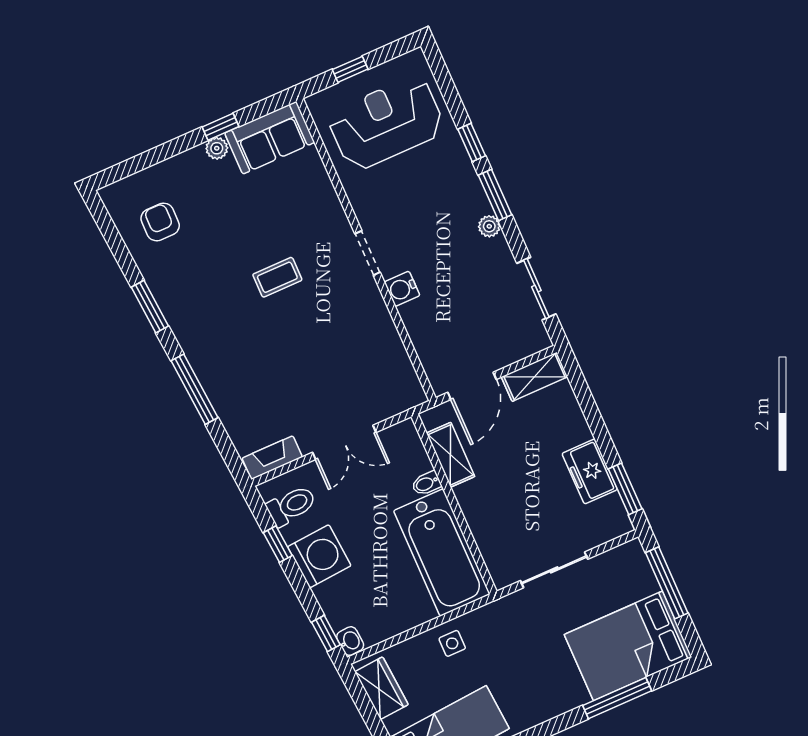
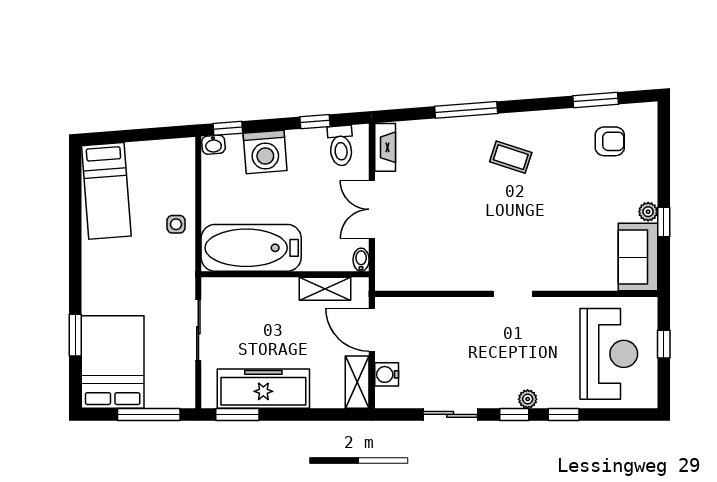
window: (495, 195) -> (514, 414), width x0.67
plant: (489, 226) -> (528, 399), moved
coffee table: (277, 277) -> (511, 157), moved, turned -72
water cooler: (402, 289) -> (387, 374), moved, turned -90
sliding door: (536, 289) -> (450, 414), moved
window: (150, 307) -> (596, 100), moved
freezer: (590, 471) -> (263, 389), width x1.91, depth x1.26
bidet: (426, 483) -> (361, 260), moved
washing machine: (319, 556) -> (265, 152), moved
wardrobe: (381, 688) -> (165, 153), removed
window: (617, 698) -> (75, 335), width x0.69

